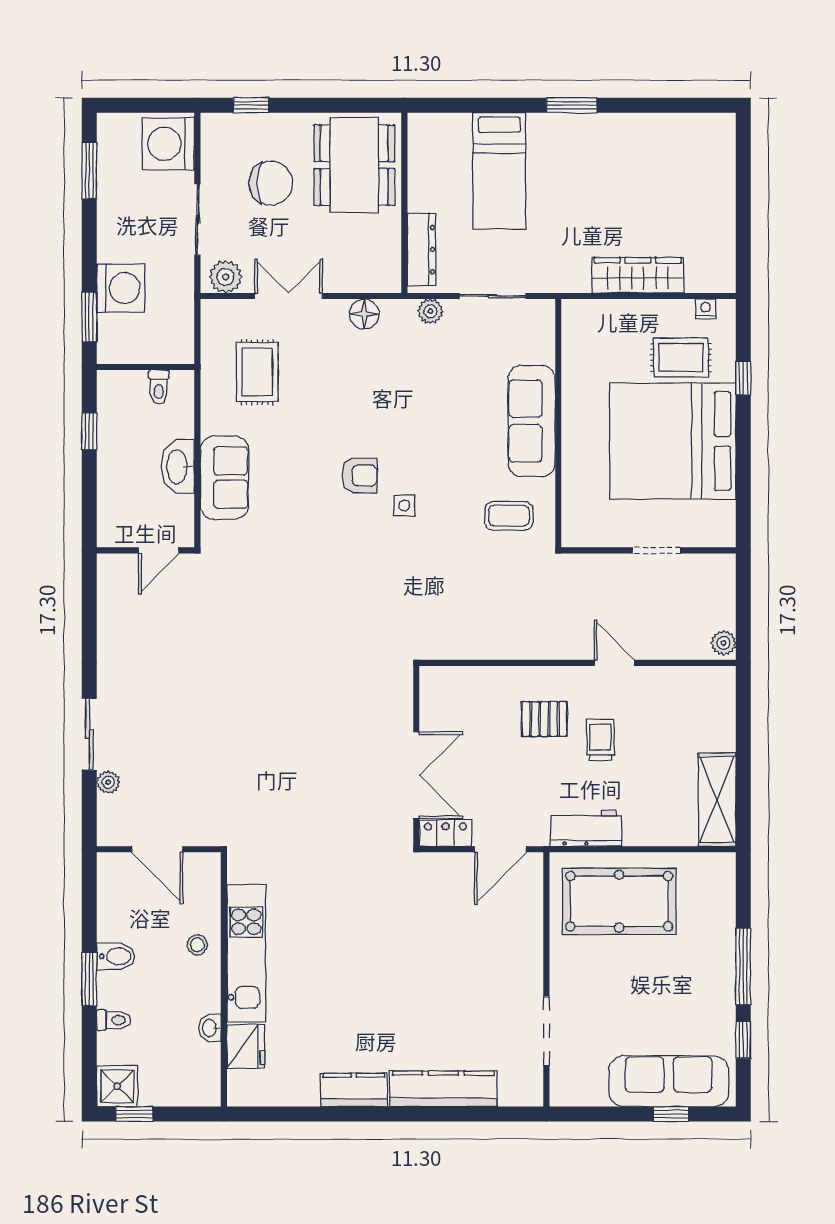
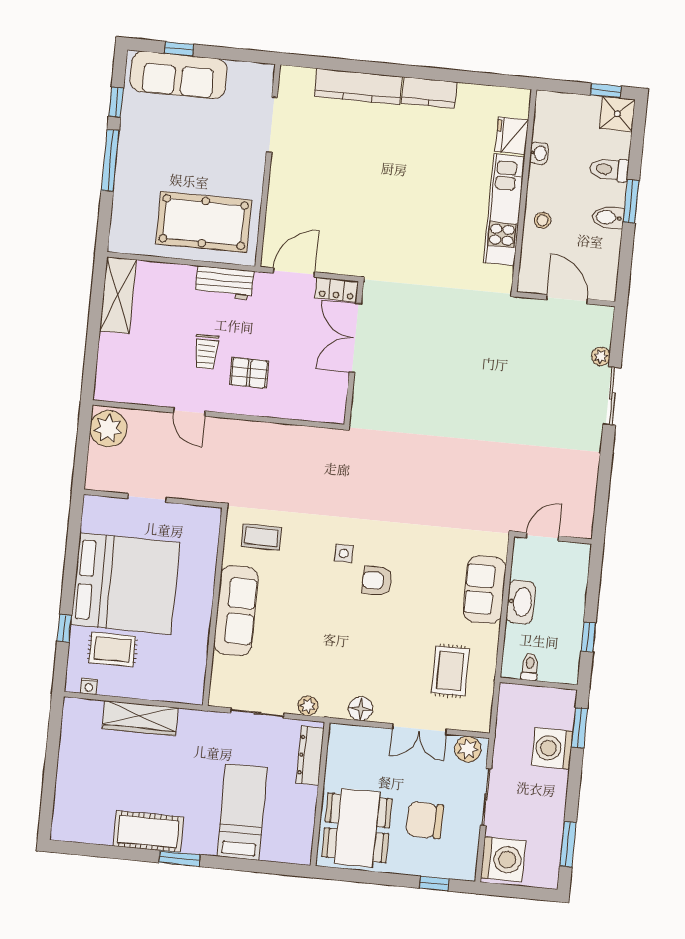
cot: (614, 135) -> (148, 832), added
plant: (724, 643) -> (108, 429), width x1.87, depth x1.87
toilet: (114, 1020) -> (609, 169), width x1.37, depth x1.39

